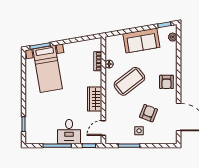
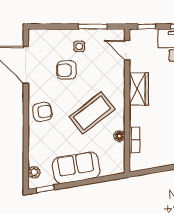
armchair: (166, 82) -> (42, 112), turned 79
armchair: (148, 113) -> (67, 70), turned 69
door: (103, 128) -> (127, 50), swing flipped

